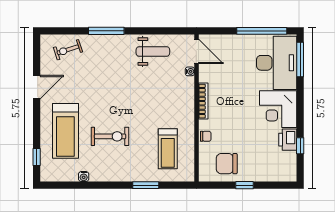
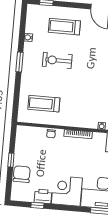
treadmill: (65, 131) -> (64, 27), width x0.73, depth x0.73
exercise bike: (110, 136) -> (57, 60), turned 90
chair: (227, 164) -> (22, 174), moved
window: (146, 185) -> (20, 62), moved

